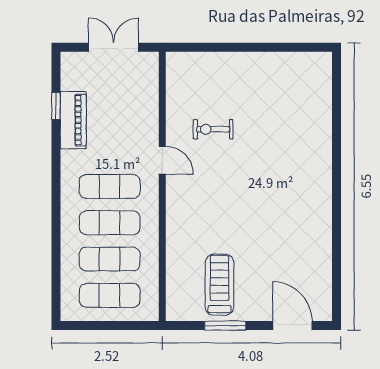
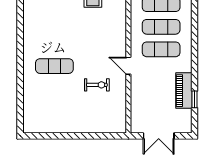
exercise mat: (281, 160) -> (54, 66), added

